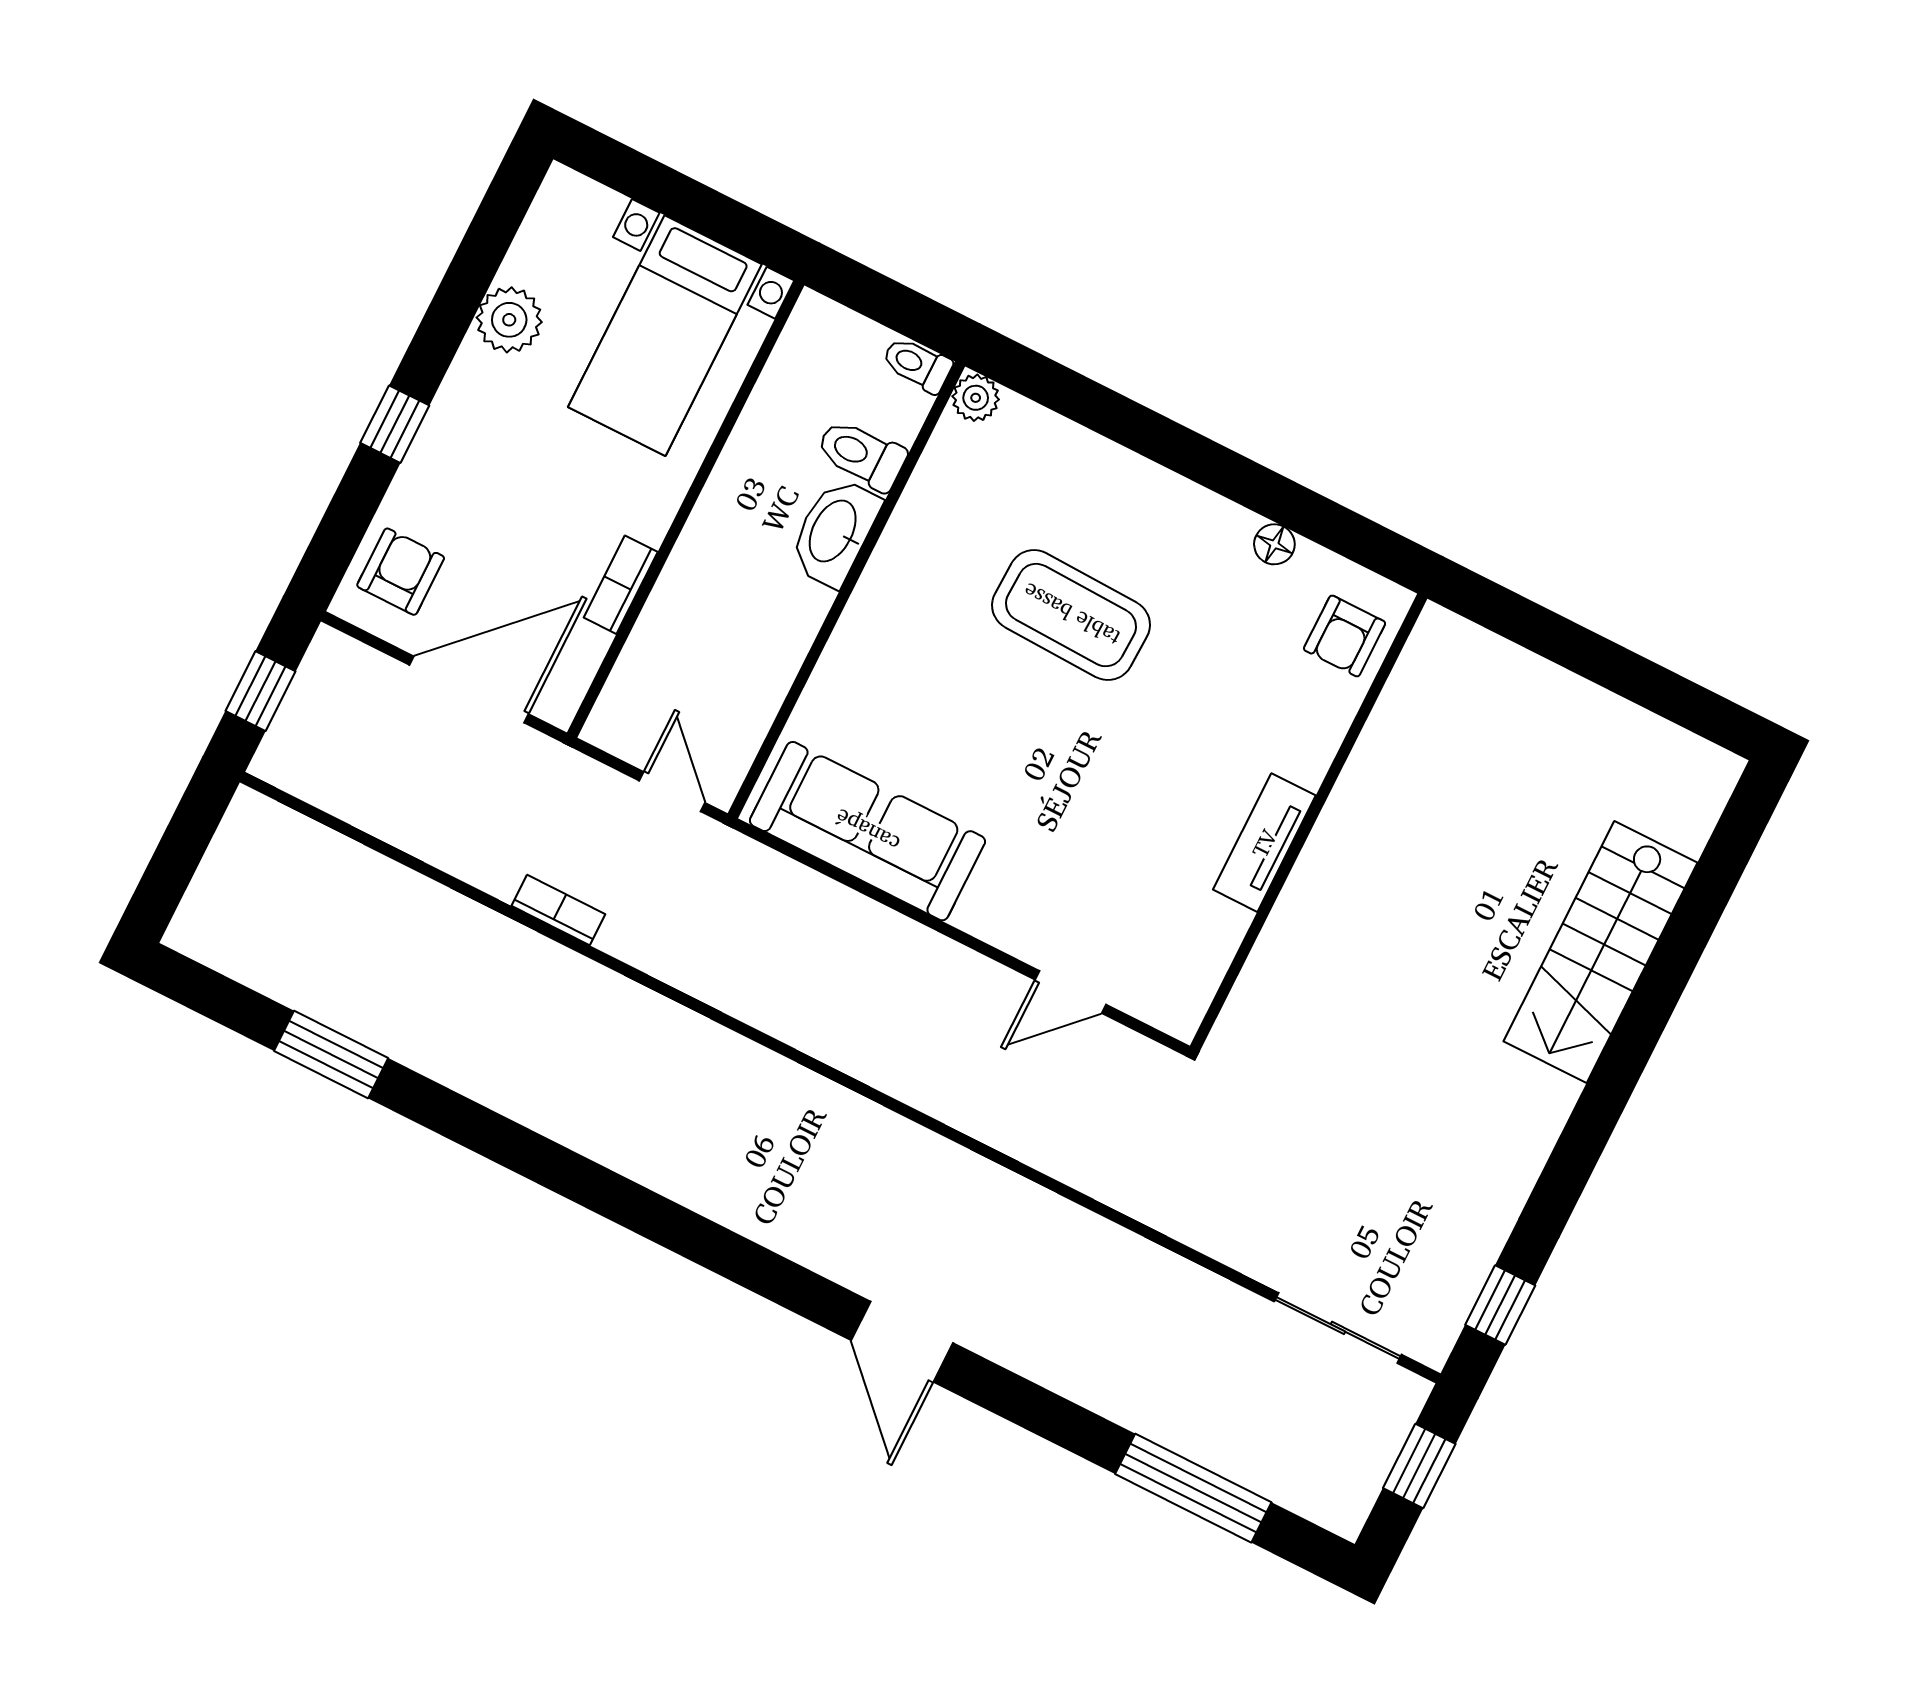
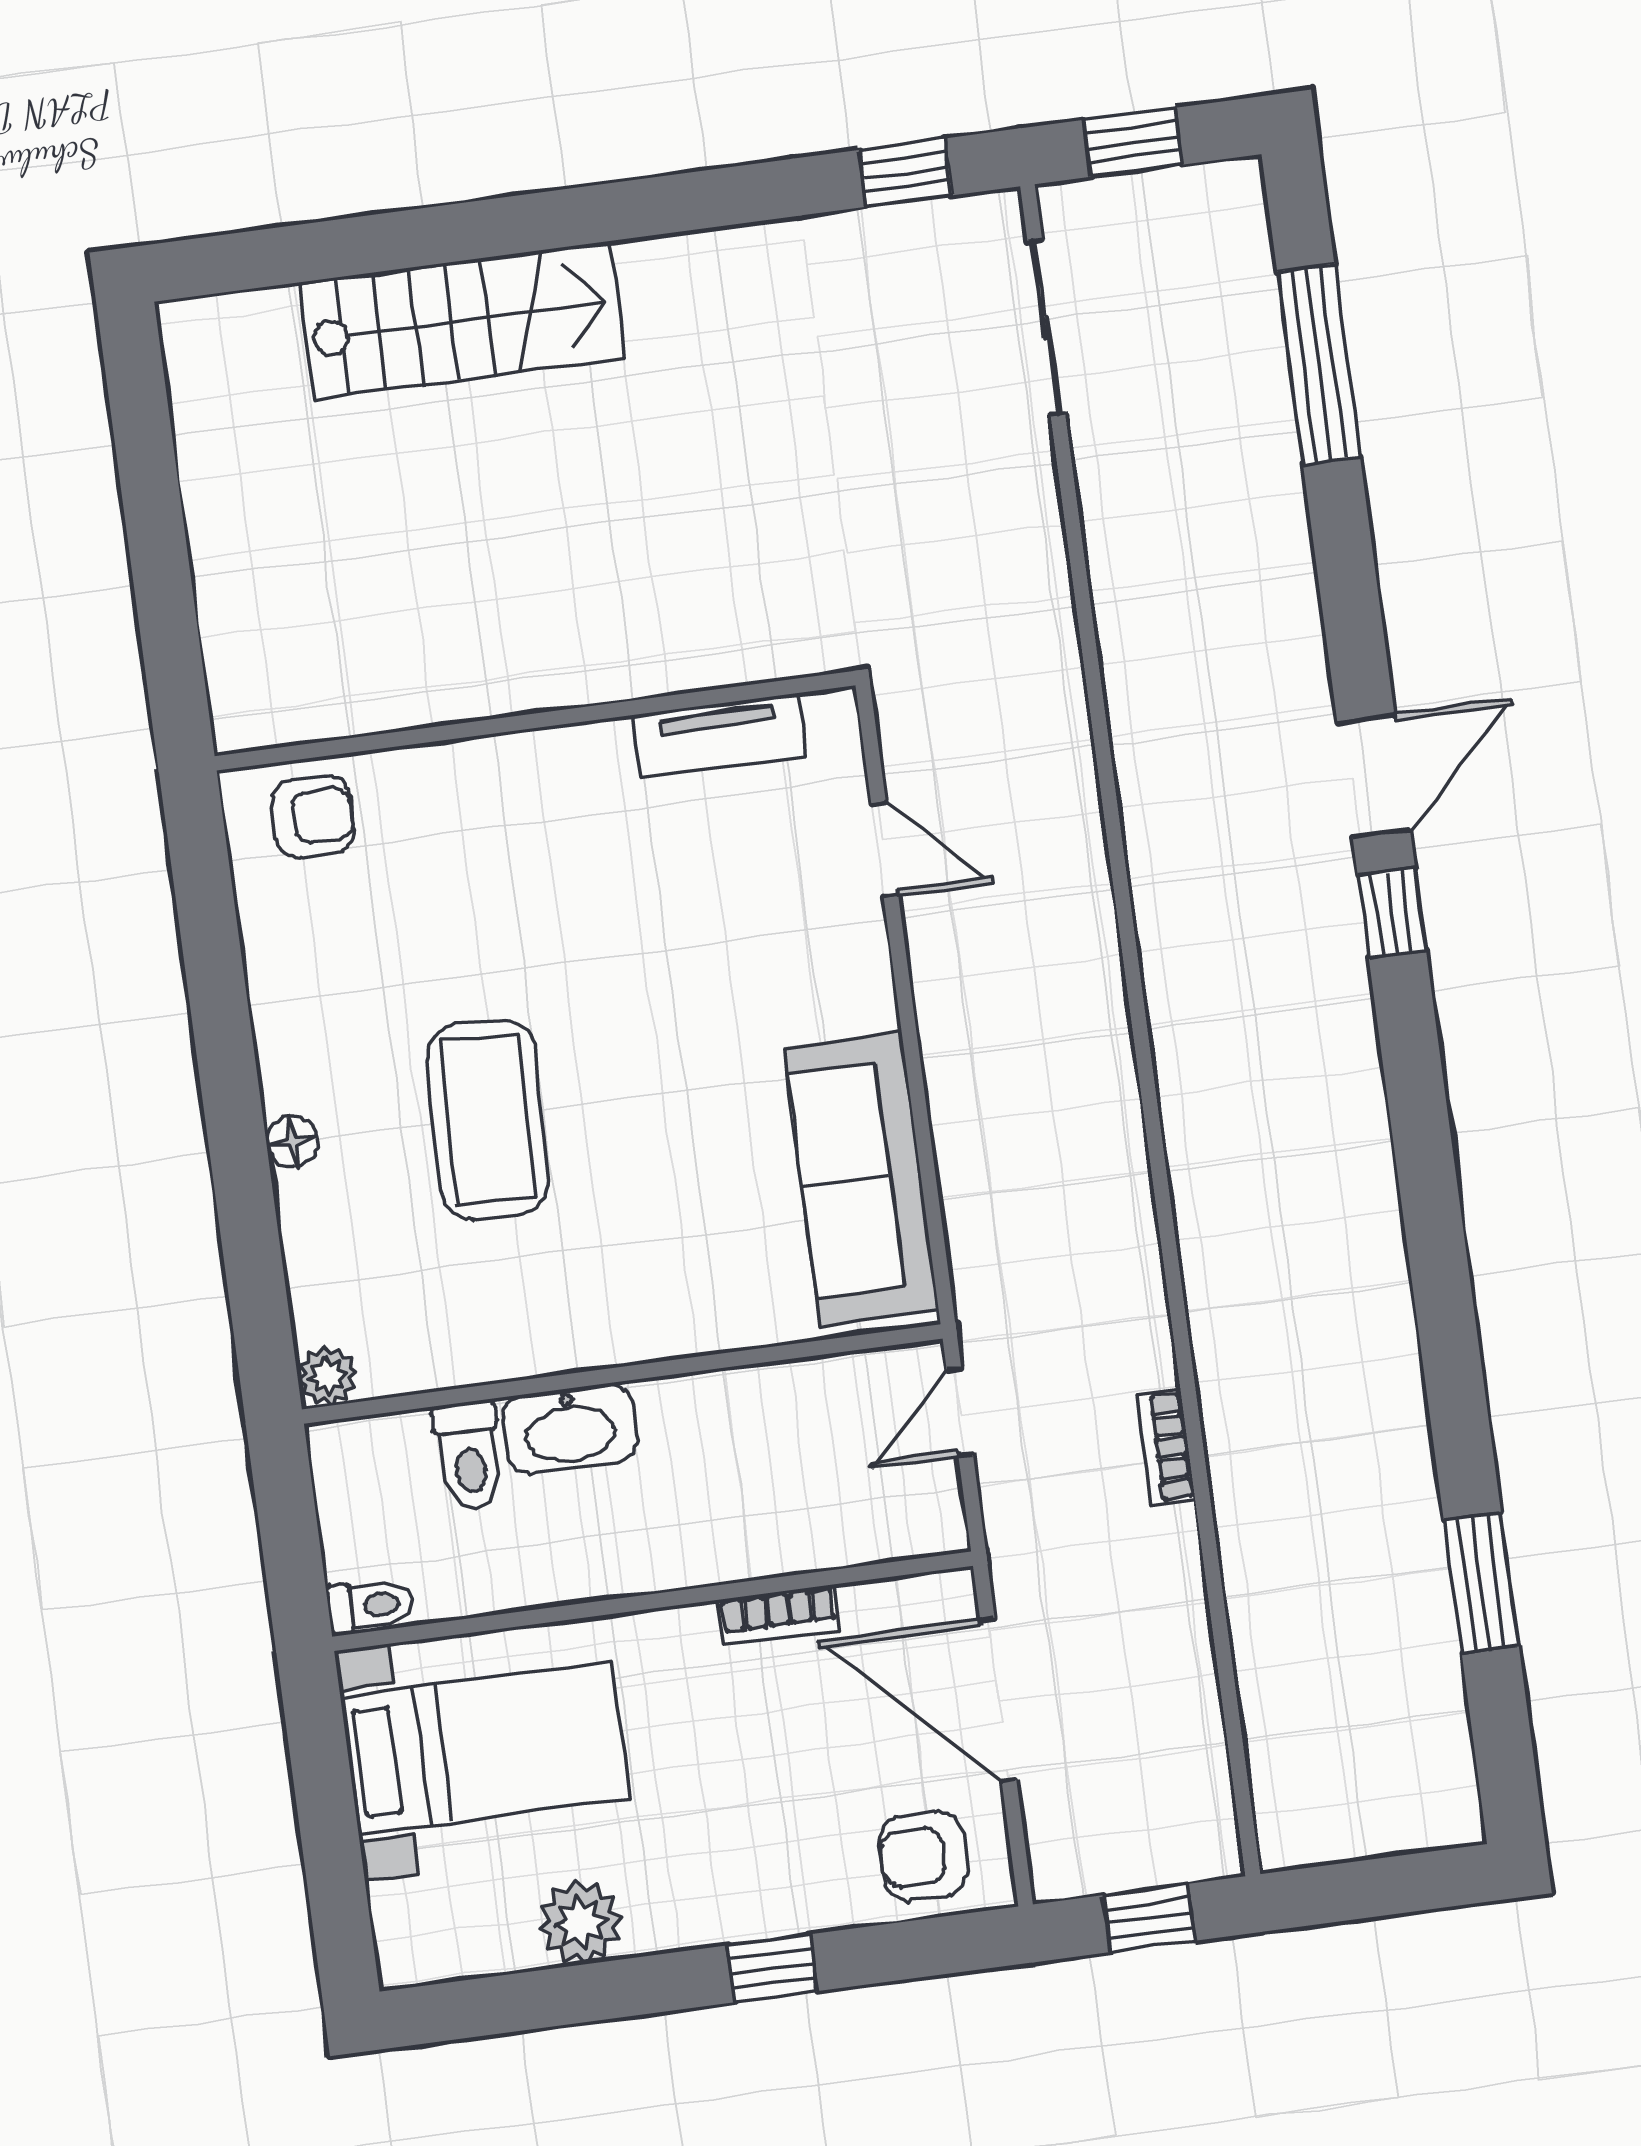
toilet: (917, 364) -> (370, 1606), moved, turned -90
floor lamp: (1274, 544) -> (292, 1142), moved
tv unit: (1264, 843) -> (719, 735), moved
window: (805, 1293) -> (1392, 913), added

